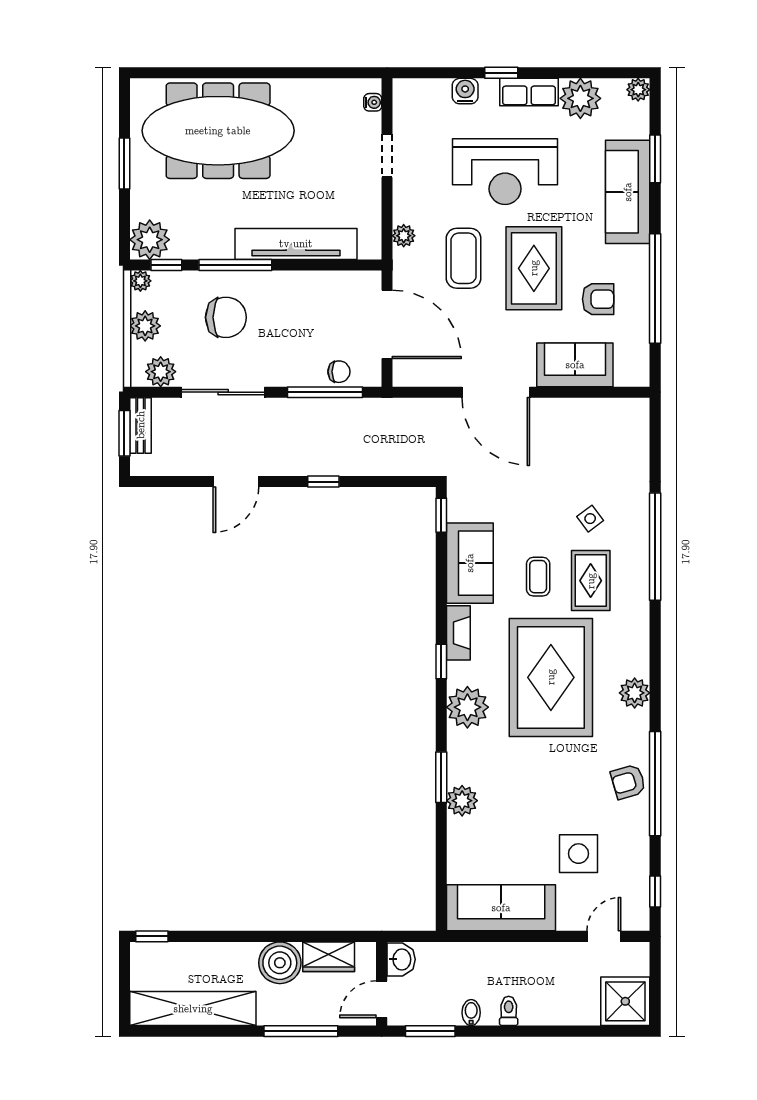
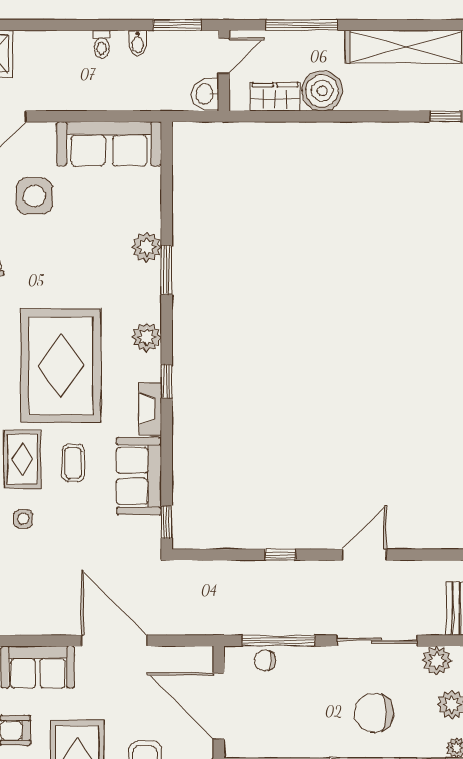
side table: (590, 519) -> (23, 519), turned 37
plant: (467, 707) -> (147, 337), width x0.73, depth x0.73

